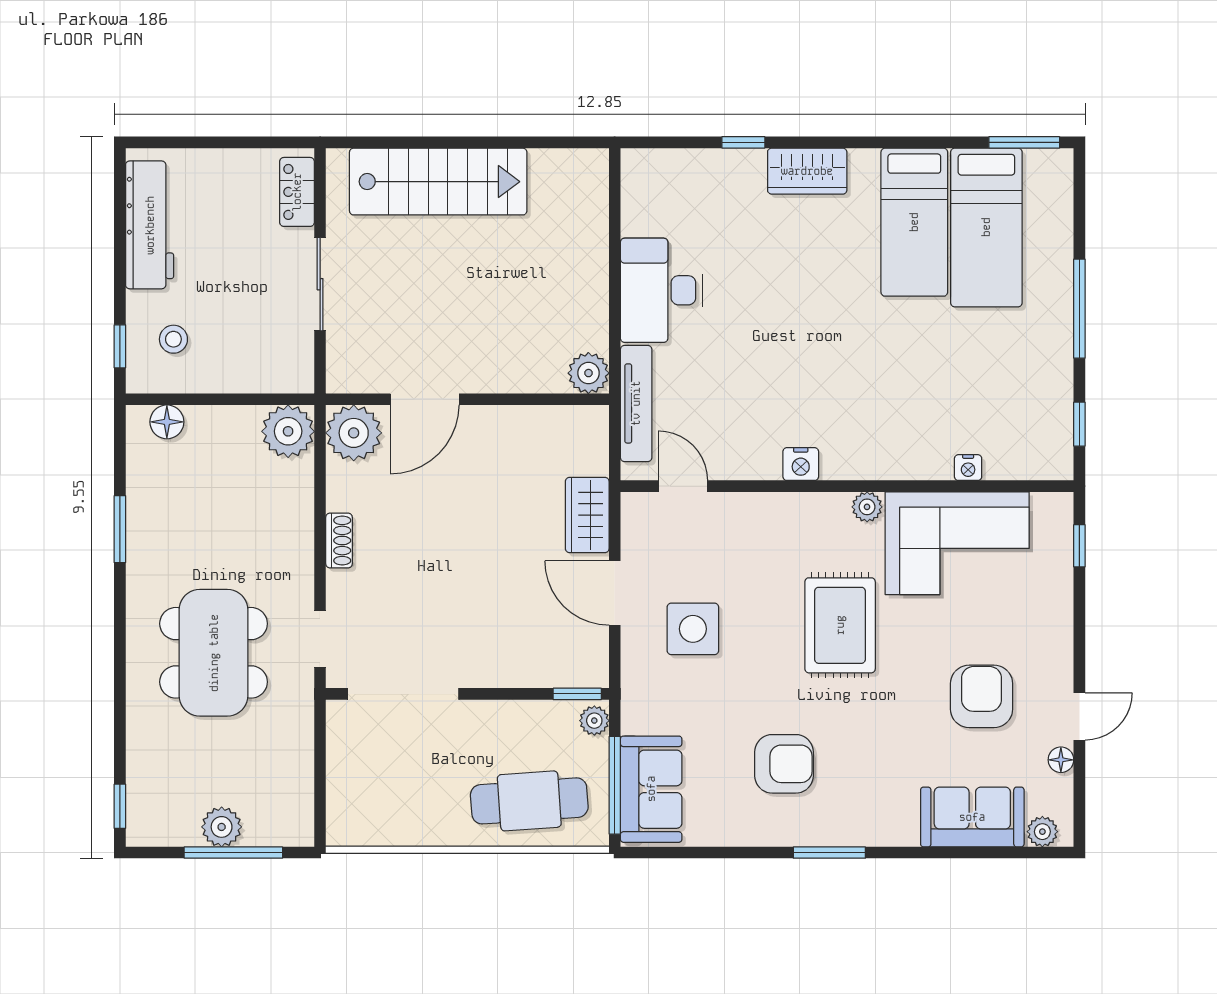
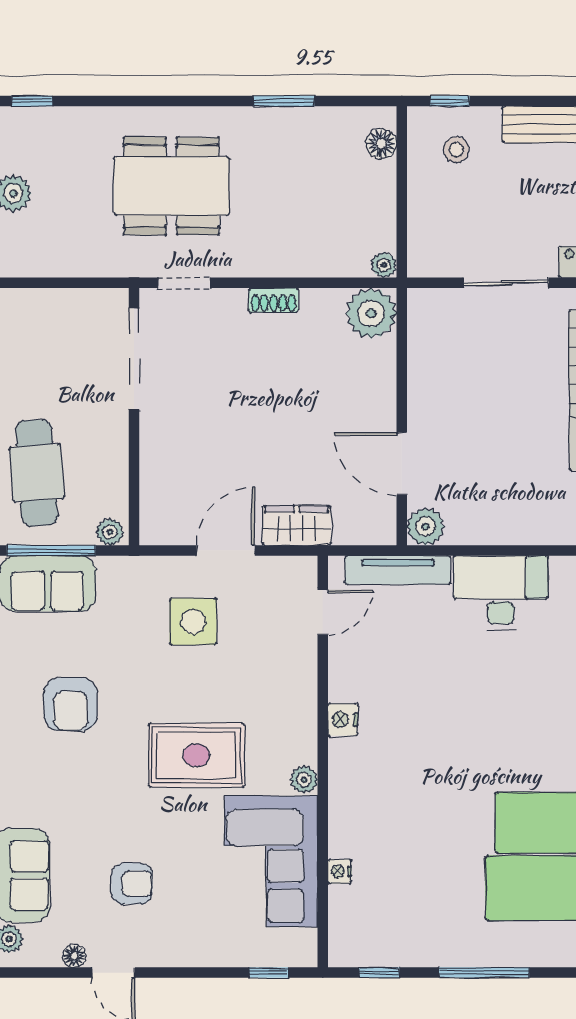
door: (425, 399) -> (402, 464), moved
plant: (288, 431) -> (384, 265), width x0.53, depth x0.53
window: (577, 694) -> (134, 516), removed
armchair: (982, 696) -> (132, 884), width x0.72, depth x0.72

